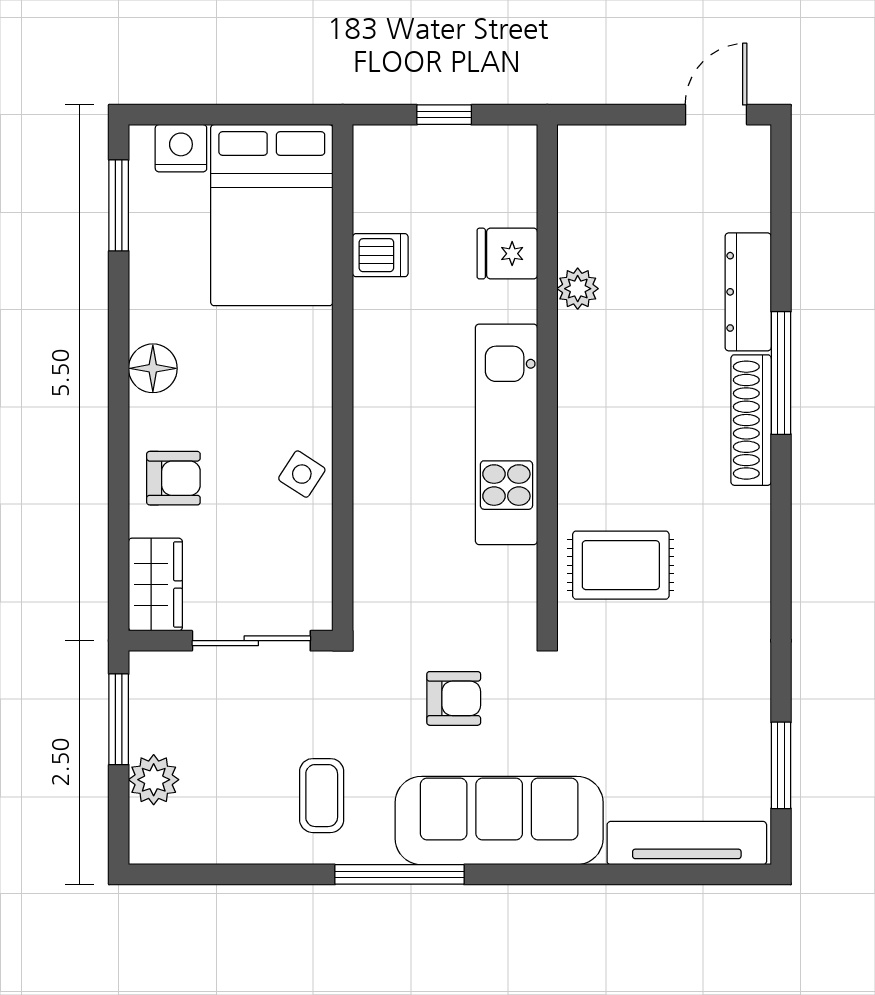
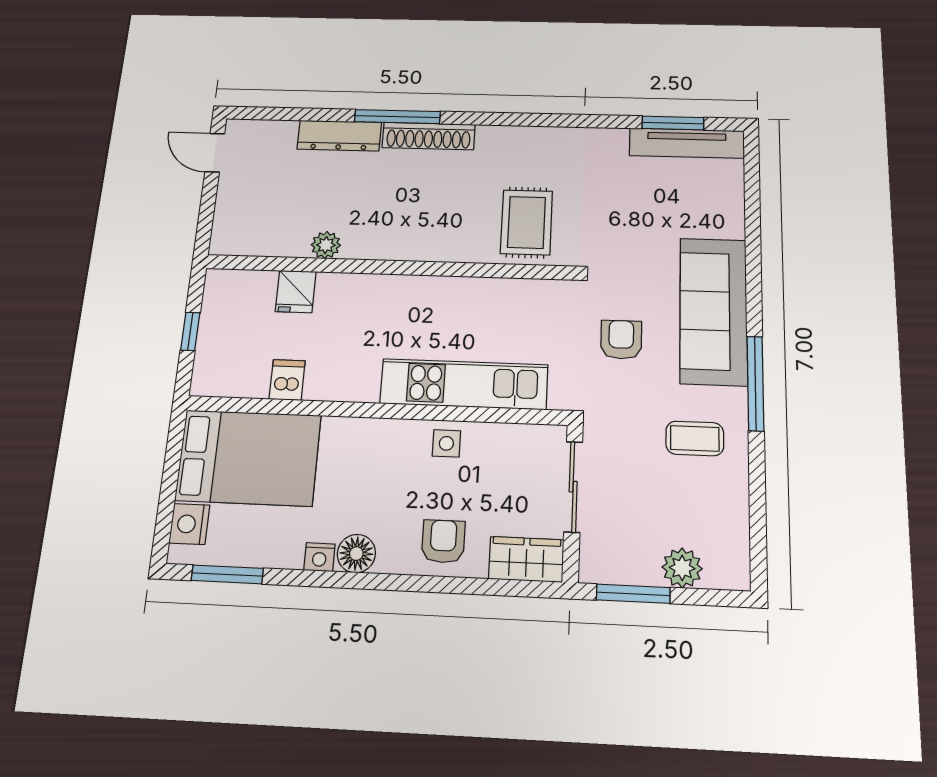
nightstand: (146, 321) -> (319, 557), added
kitchen unit: (506, 434) -> (464, 384), moved, turned 180
side table: (302, 474) -> (446, 443), turned -33
tv unit: (687, 843) -> (687, 143), moved, turned -90

